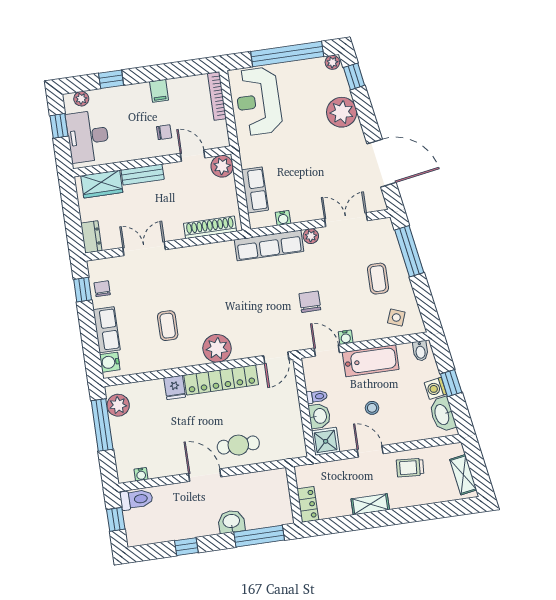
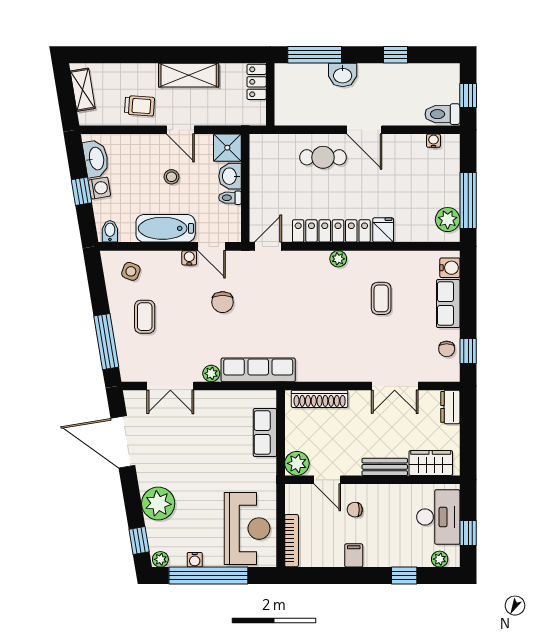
water cooler: (283, 218) -> (195, 560), moved, turned 180
plant: (217, 348) -> (338, 259), width x0.53, depth x0.53
shelving: (370, 504) -> (189, 75), width x1.50, depth x1.33

